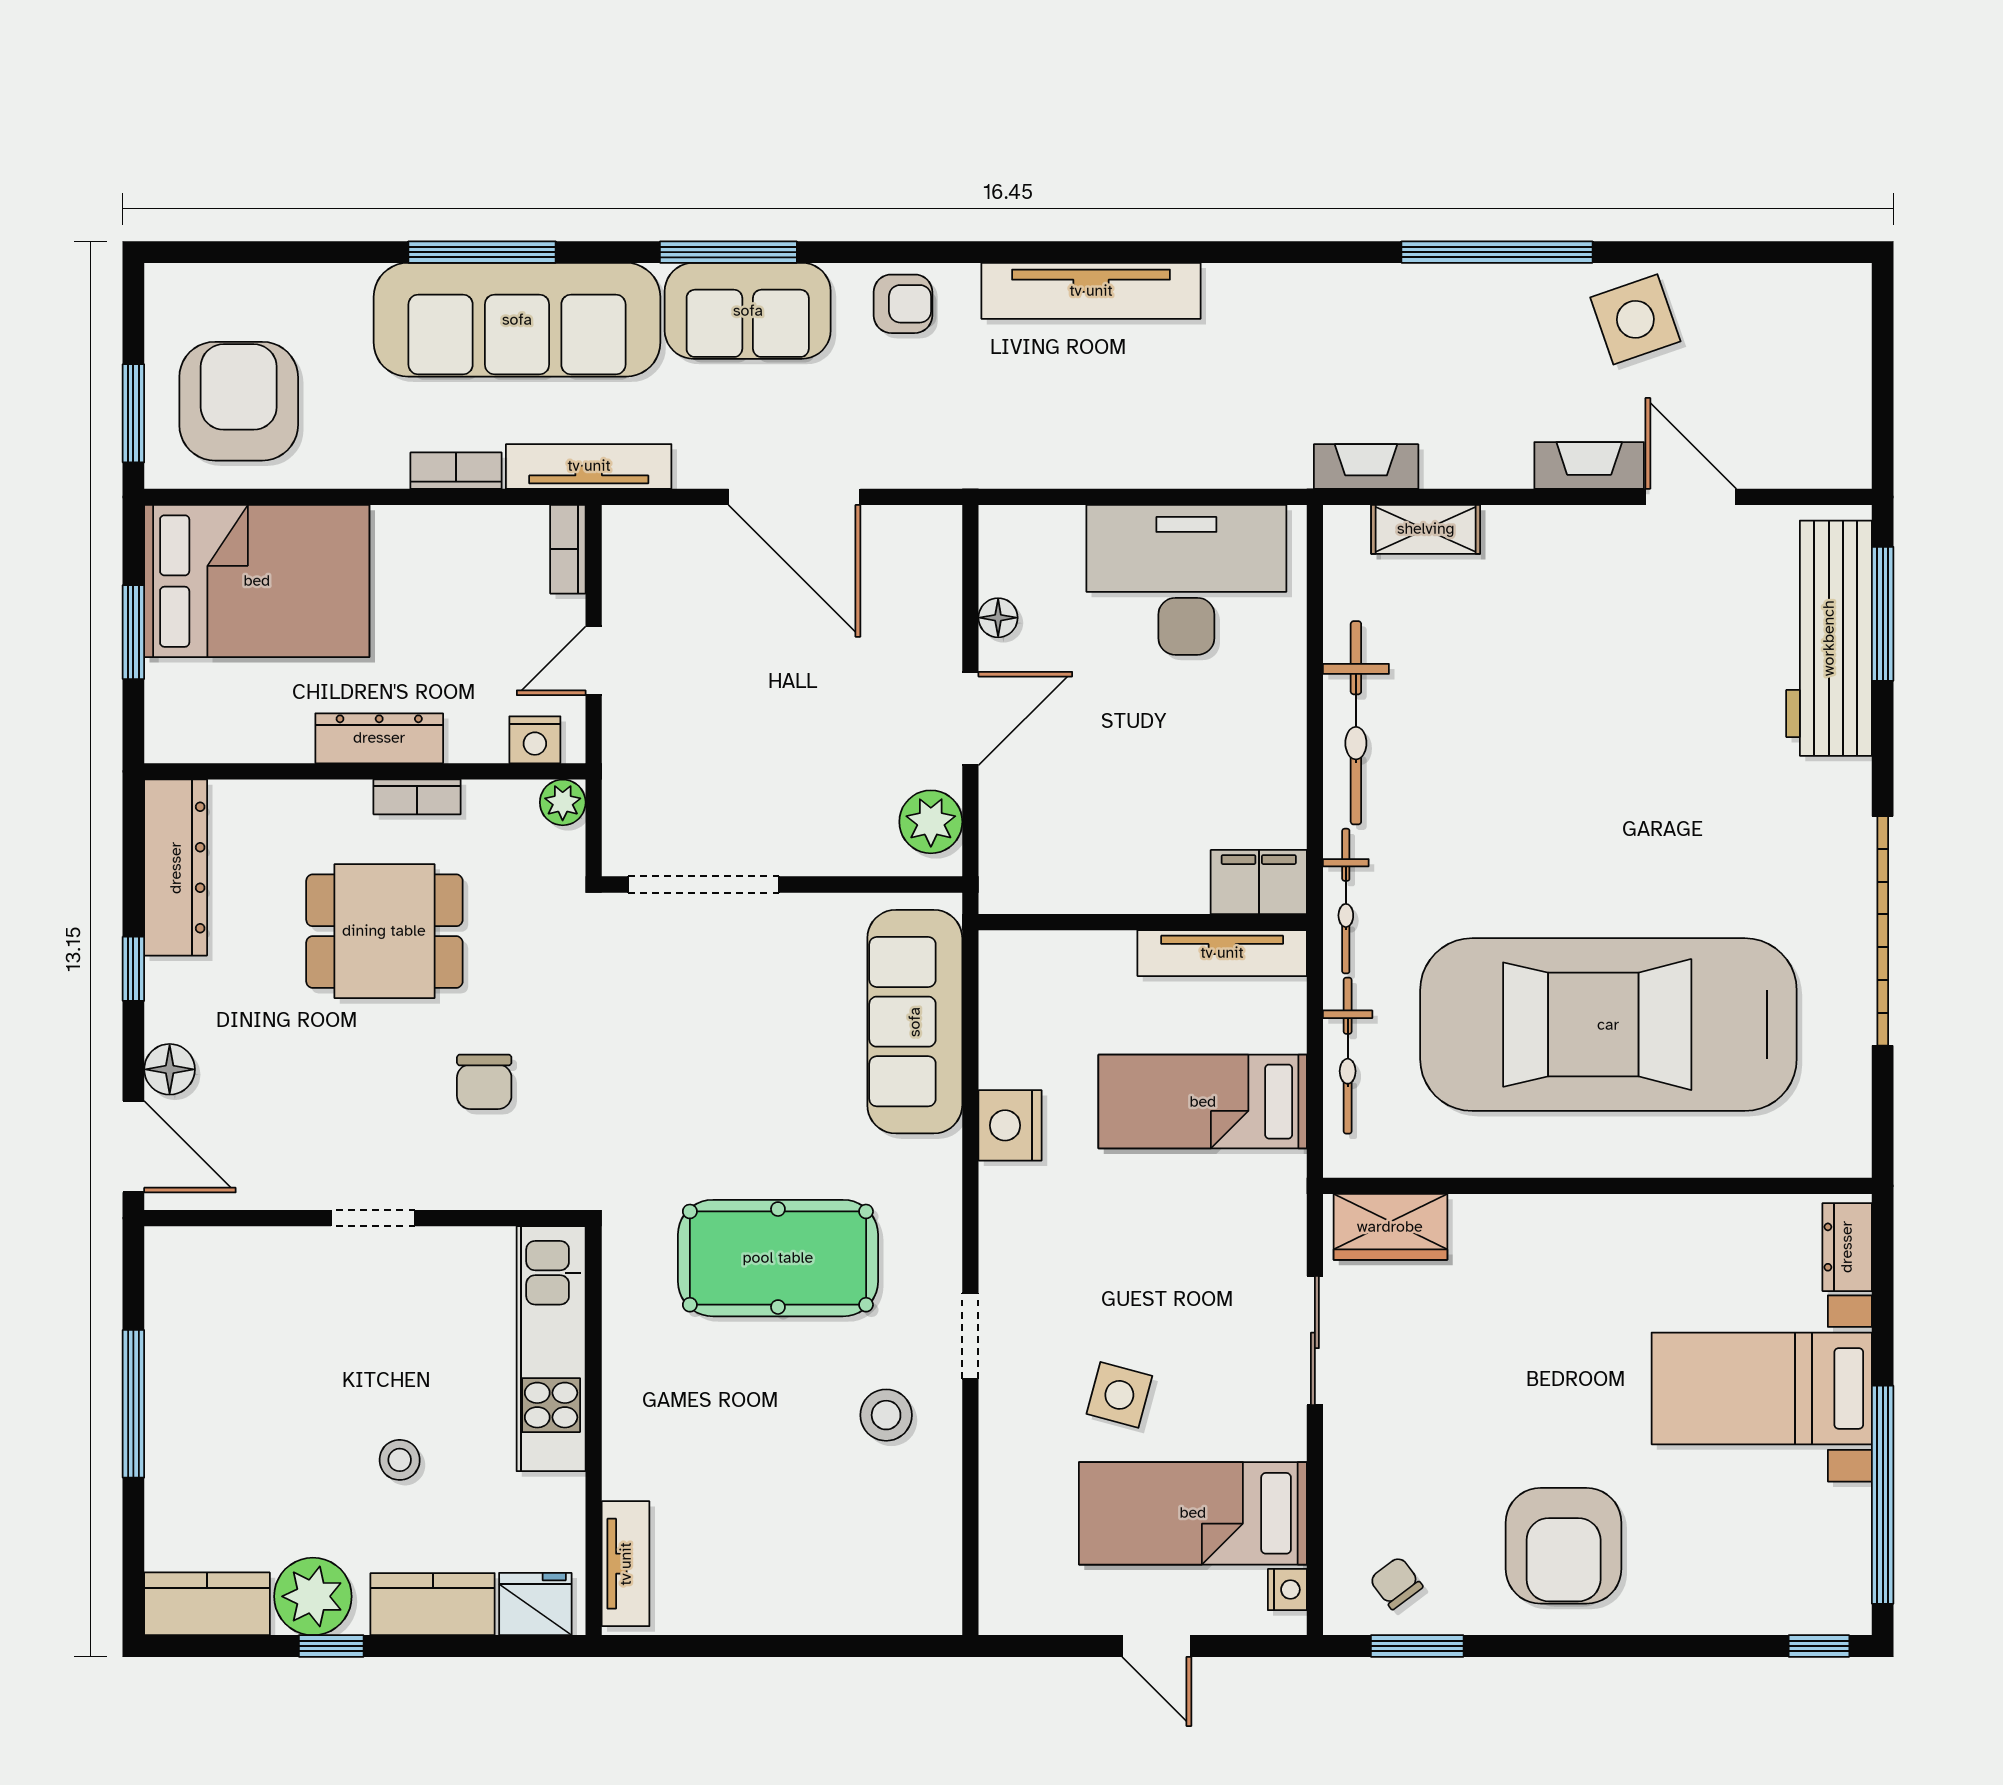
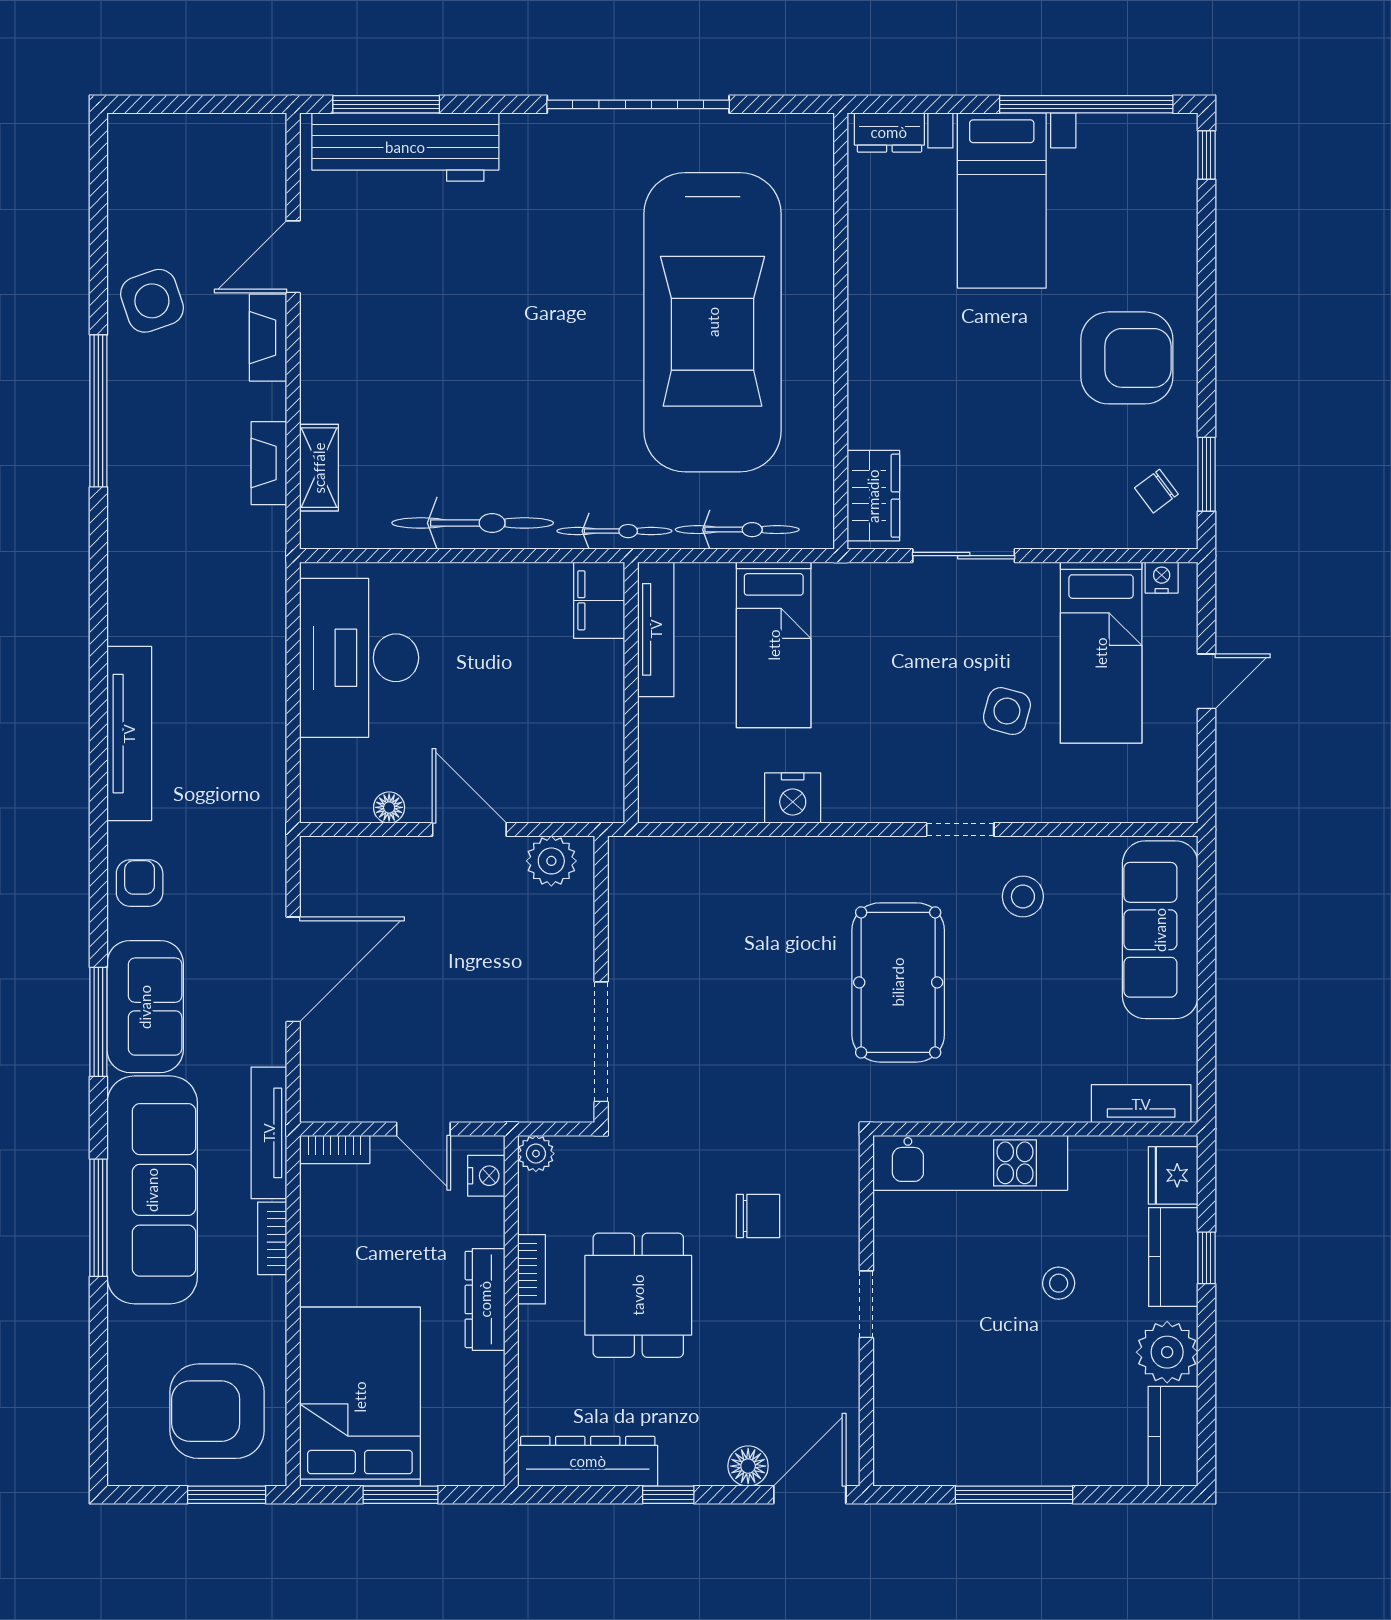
fireplace: (1366, 467) -> (269, 463), moved
sofa: (915, 1022) -> (1160, 930), moved, turned 90
window: (331, 1646) -> (1207, 1258), moved

